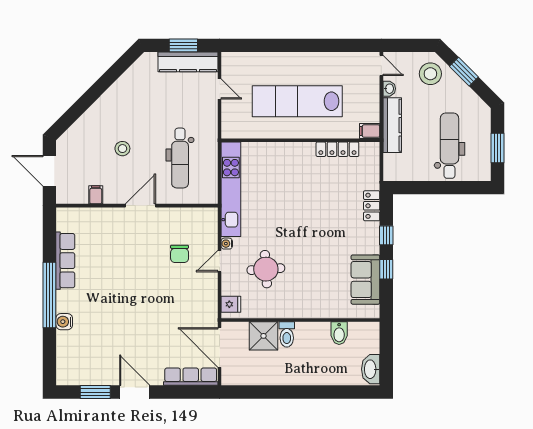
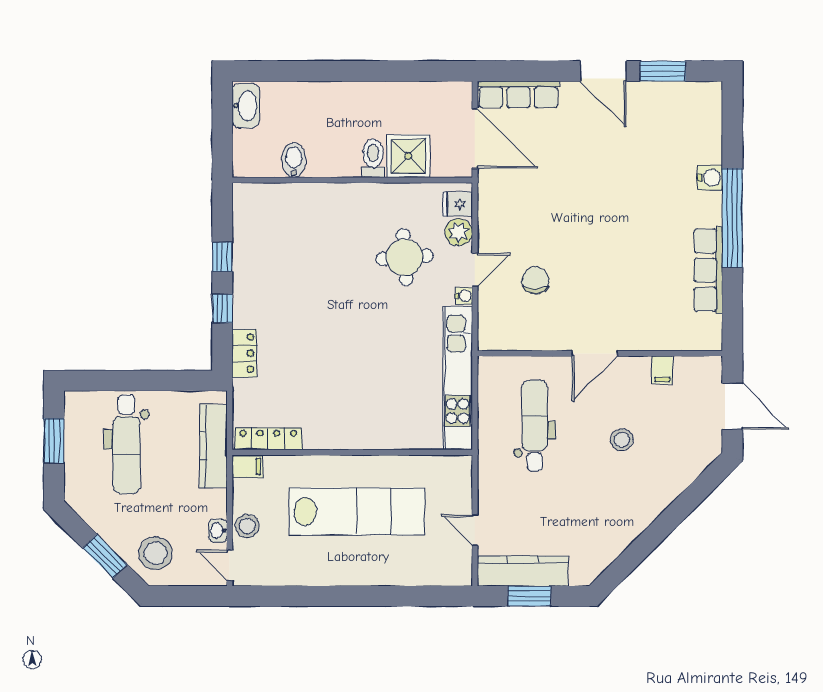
stool: (370, 92) -> (247, 526), added
kitchen counter: (392, 125) -> (213, 446), moved
locker: (337, 149) -> (268, 439), moved
sofa: (365, 280) -> (254, 241), removed
plant: (230, 286) -> (459, 232), added

